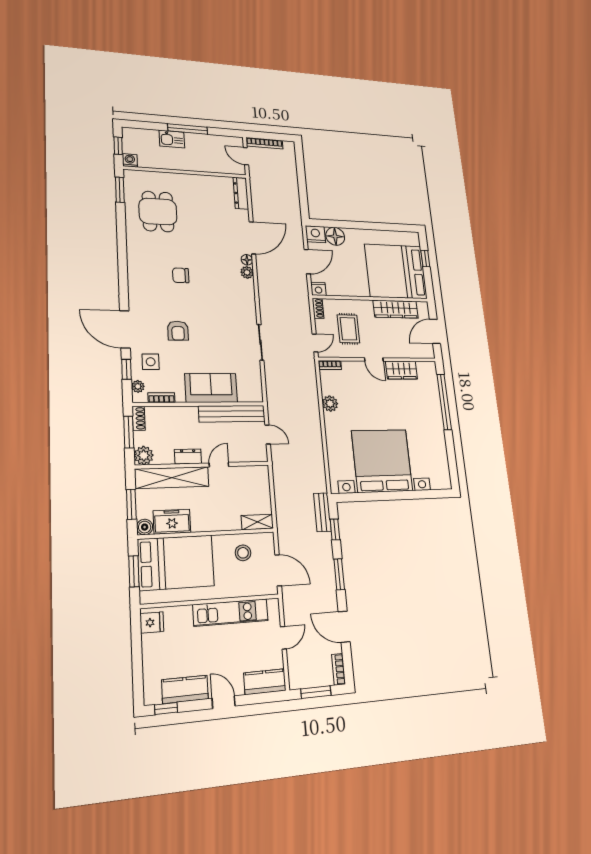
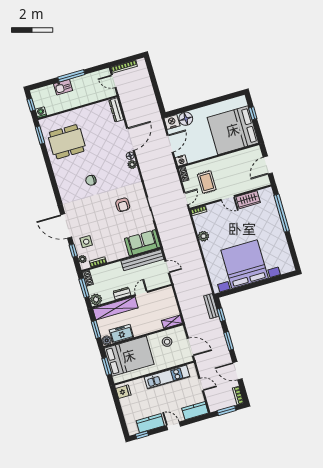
dining table: (158, 212) -> (67, 142), width x1.38
wardrobe: (396, 309) -> (237, 158), removed
armchair: (178, 331) -> (123, 205), moved
sofa: (211, 388) -> (142, 243), moved
door: (283, 638) -> (201, 385), hinge flipped

